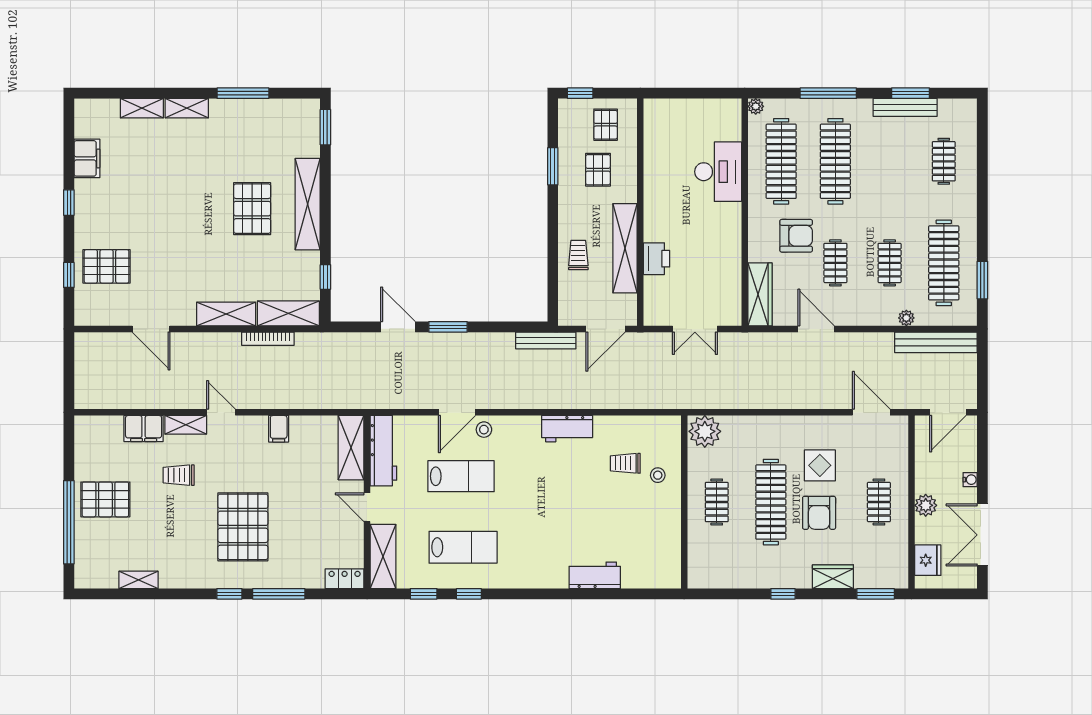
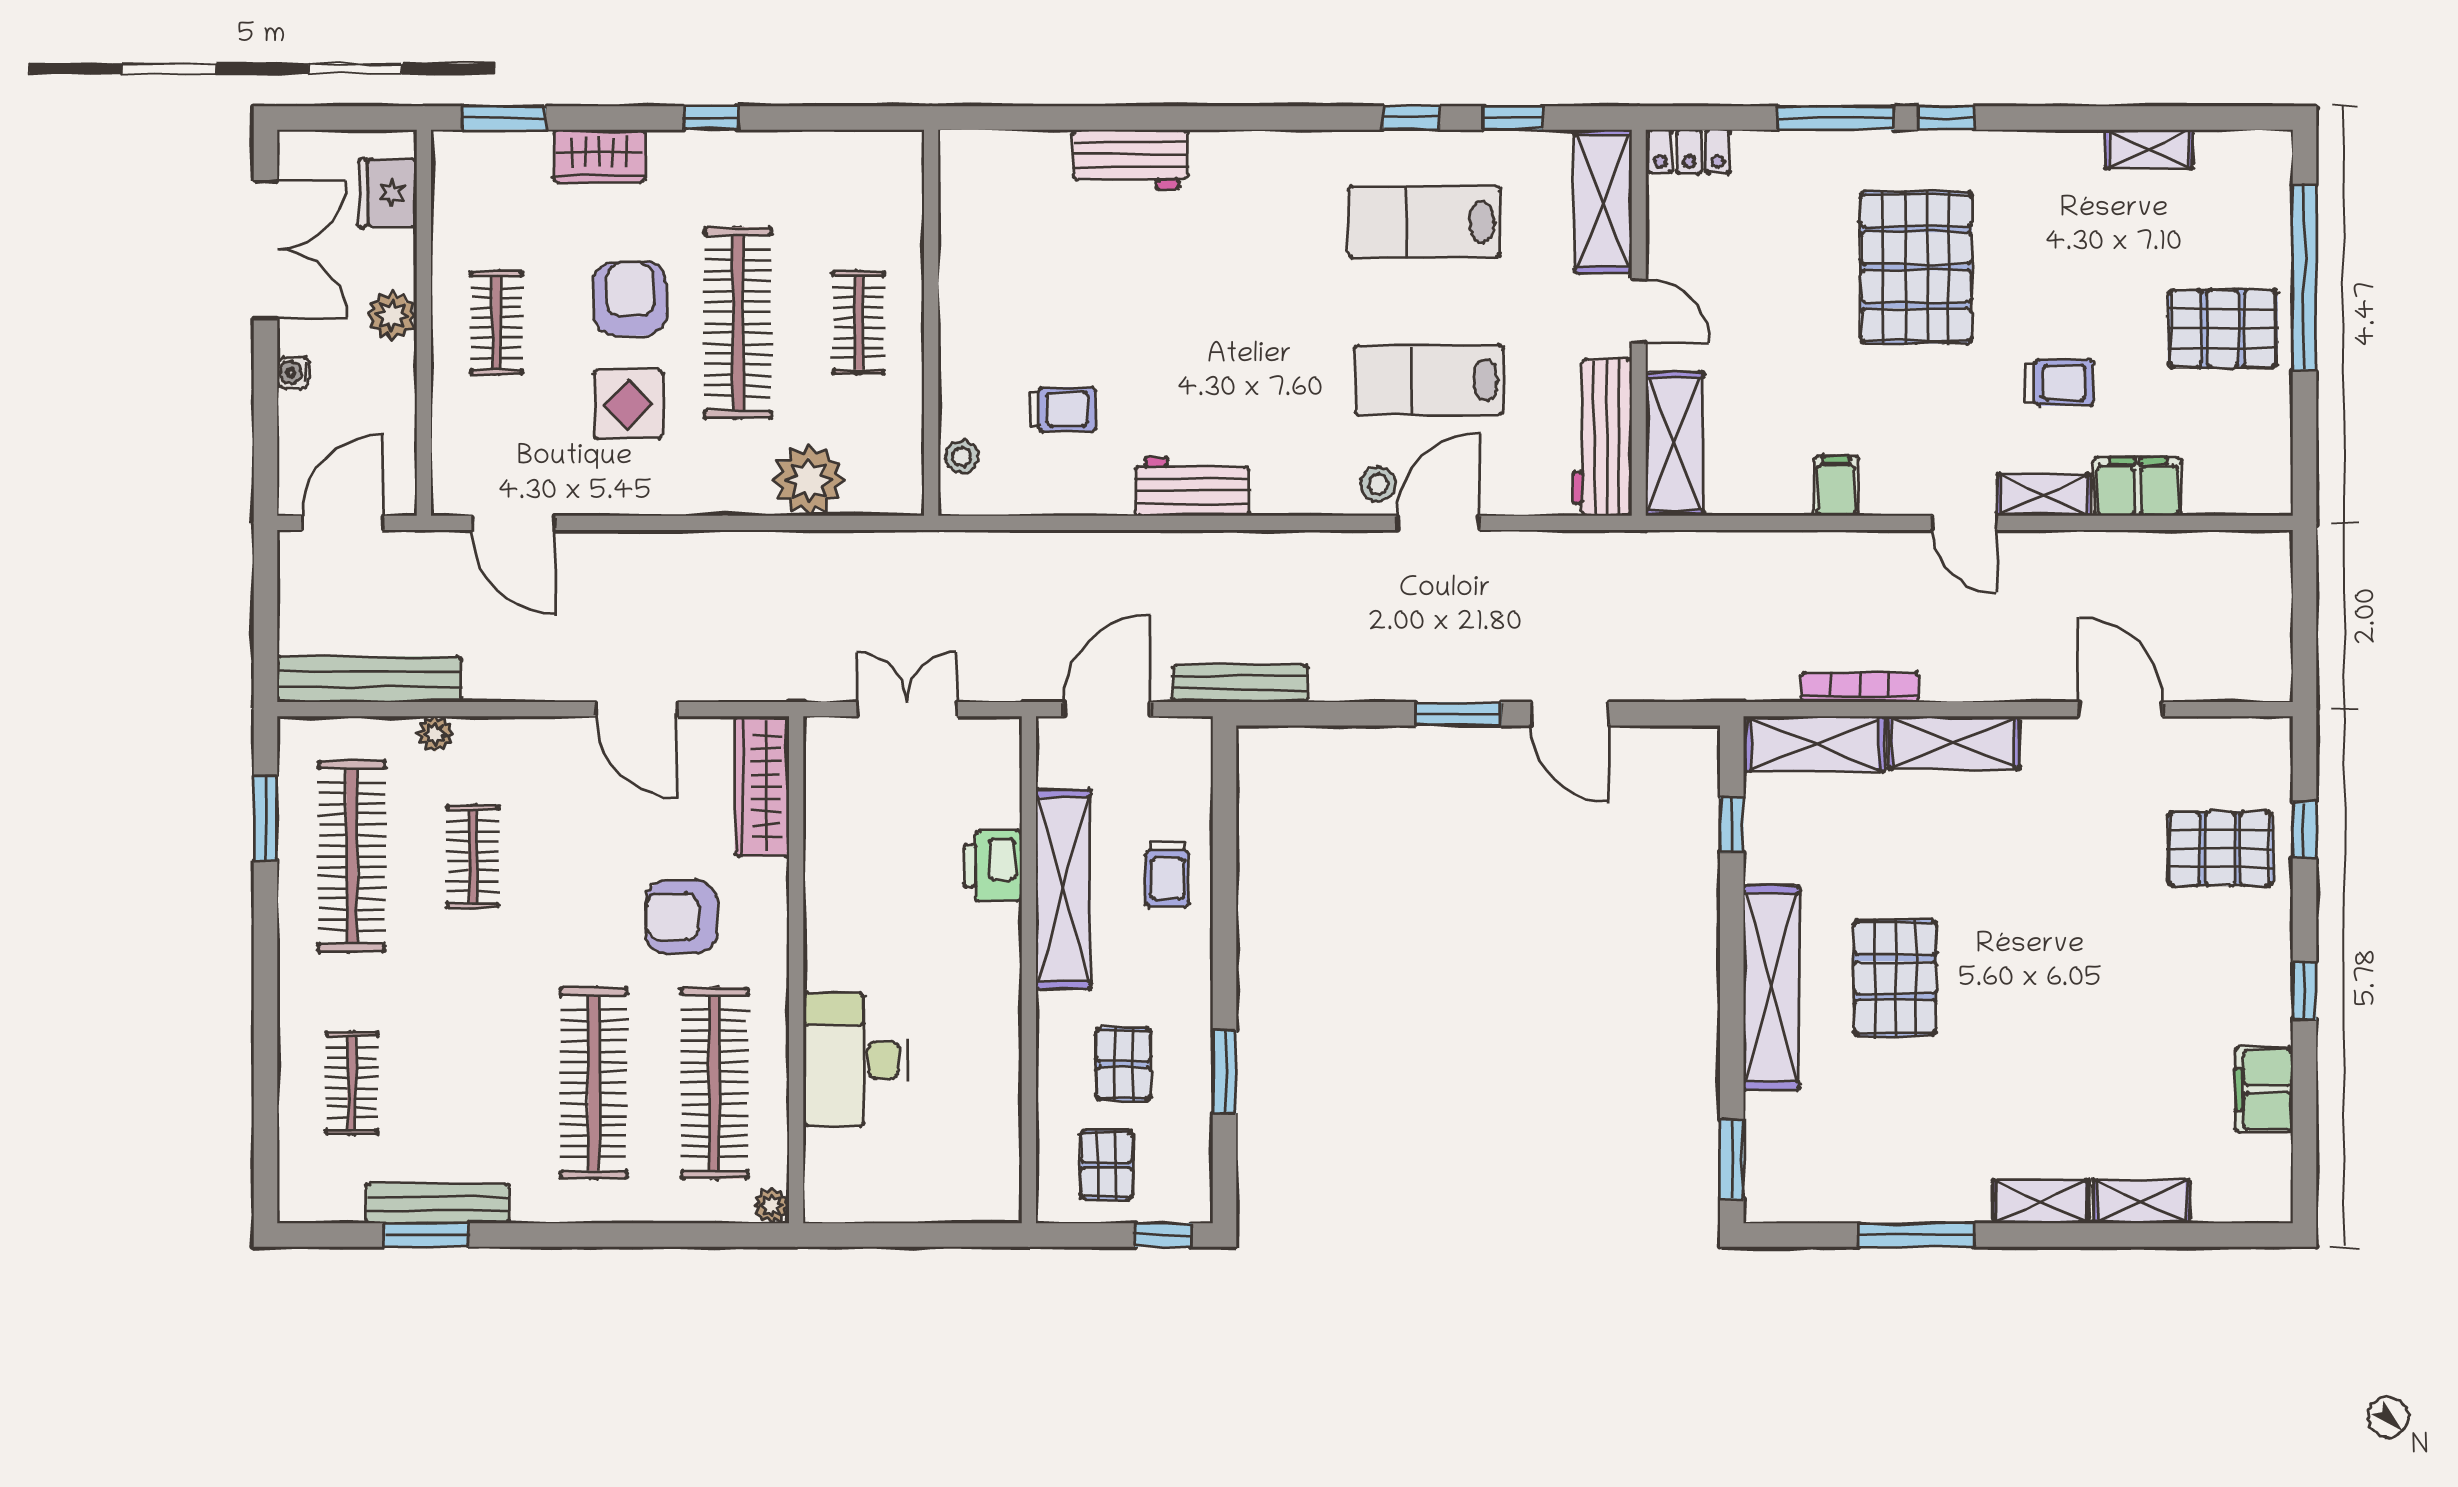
window: (828, 93) -> (609, 1235), removed
clothes rail: (835, 263) -> (594, 856), removed
plant: (705, 431) -> (809, 480), moved
stool: (658, 475) -> (962, 457), moved

